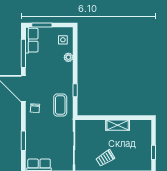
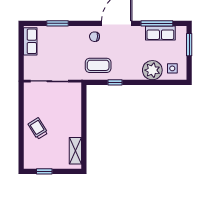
row of seats: (32, 40) -> (160, 33), moved
plant: (68, 57) -> (152, 70), width x1.87, depth x1.87
shelving: (118, 125) -> (75, 151), moved
trolley: (105, 158) -> (38, 129), moved

